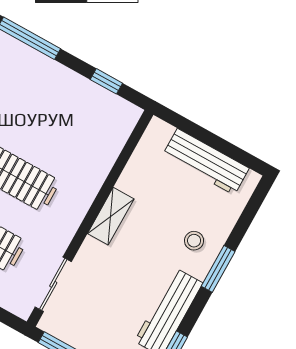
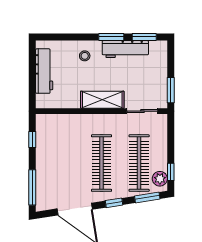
shelving: (111, 216) -> (102, 100), width x1.50, depth x1.33
window: (218, 269) -> (111, 37), moved

